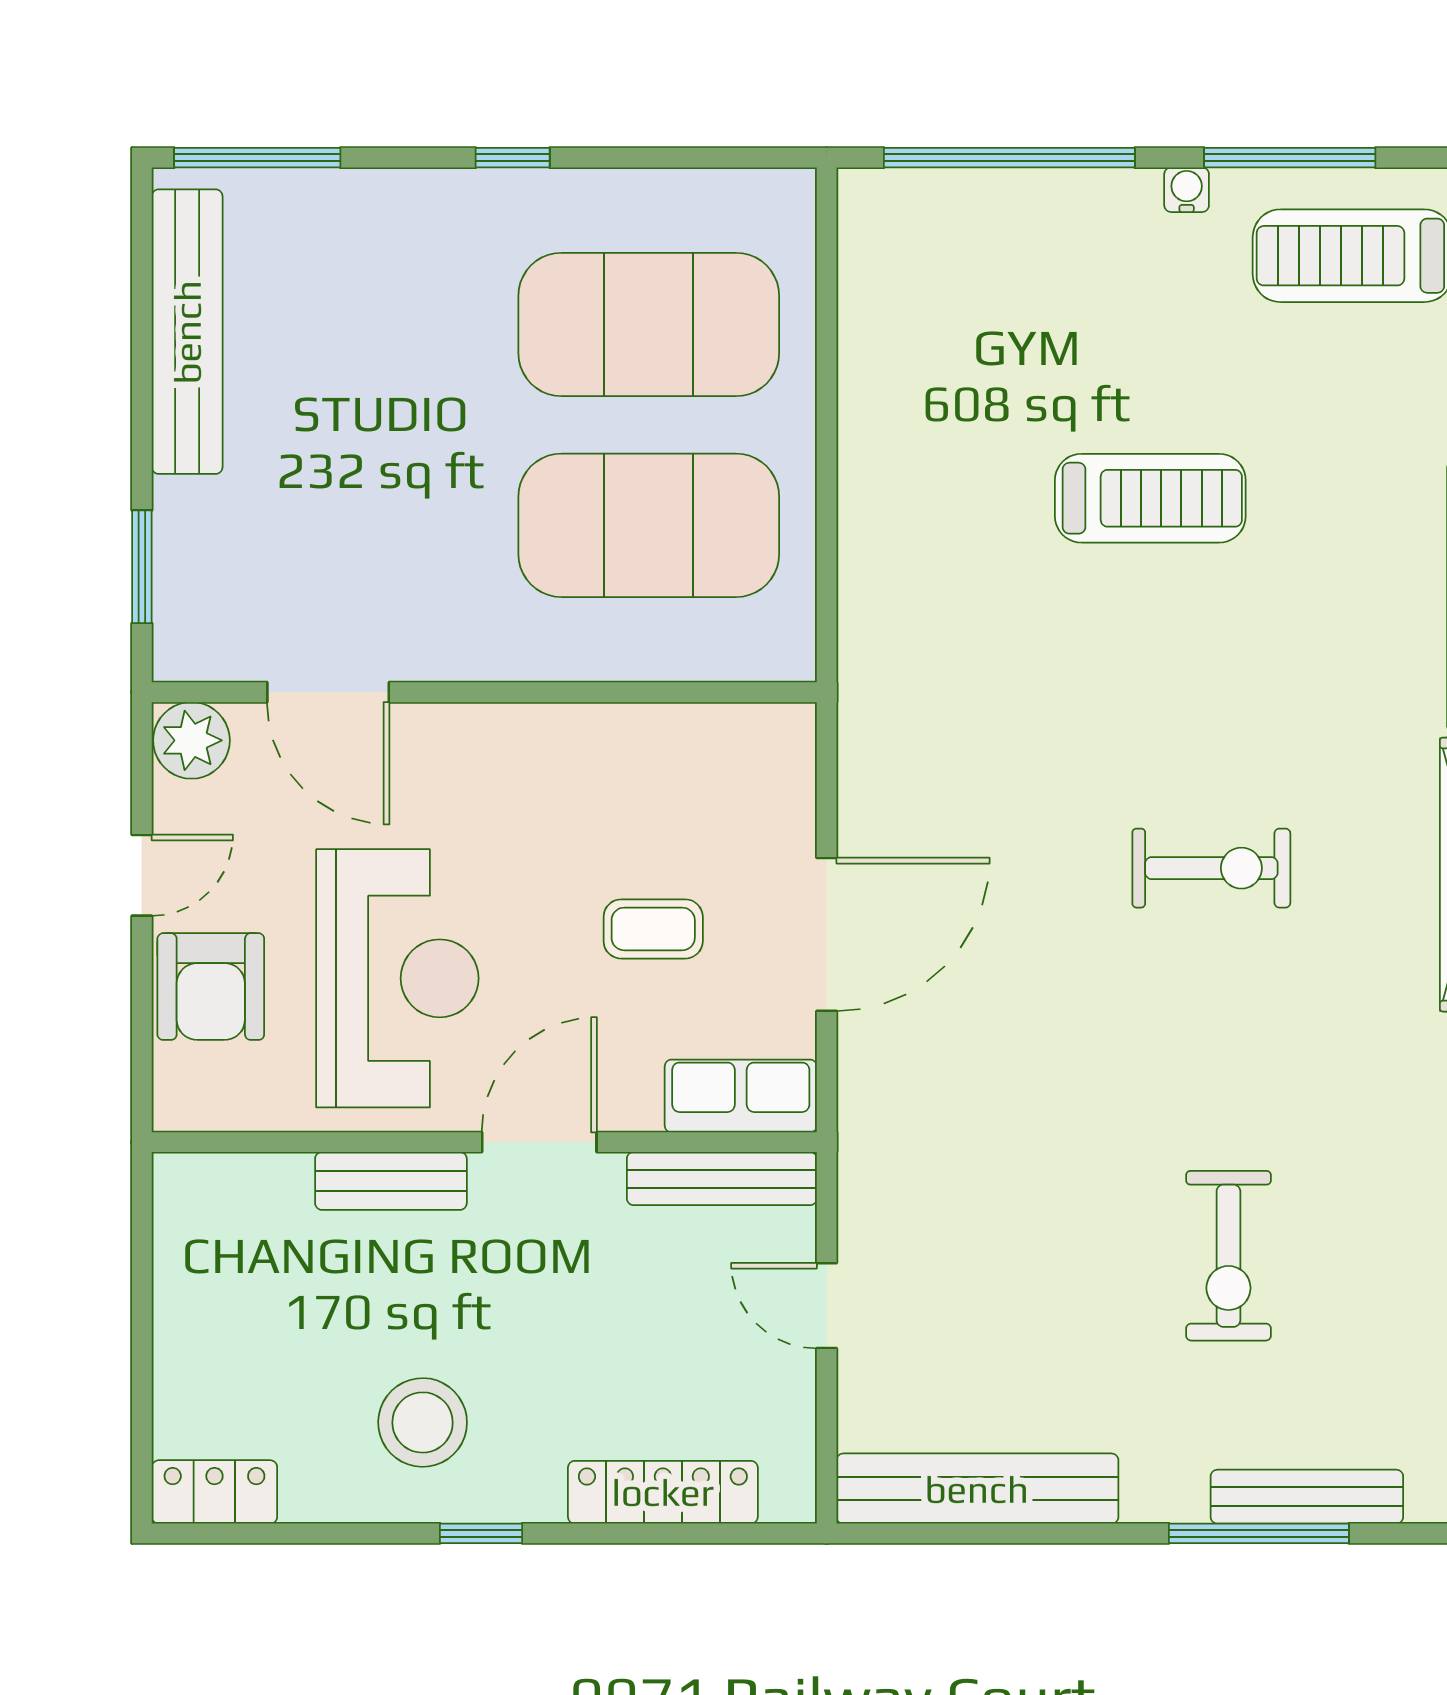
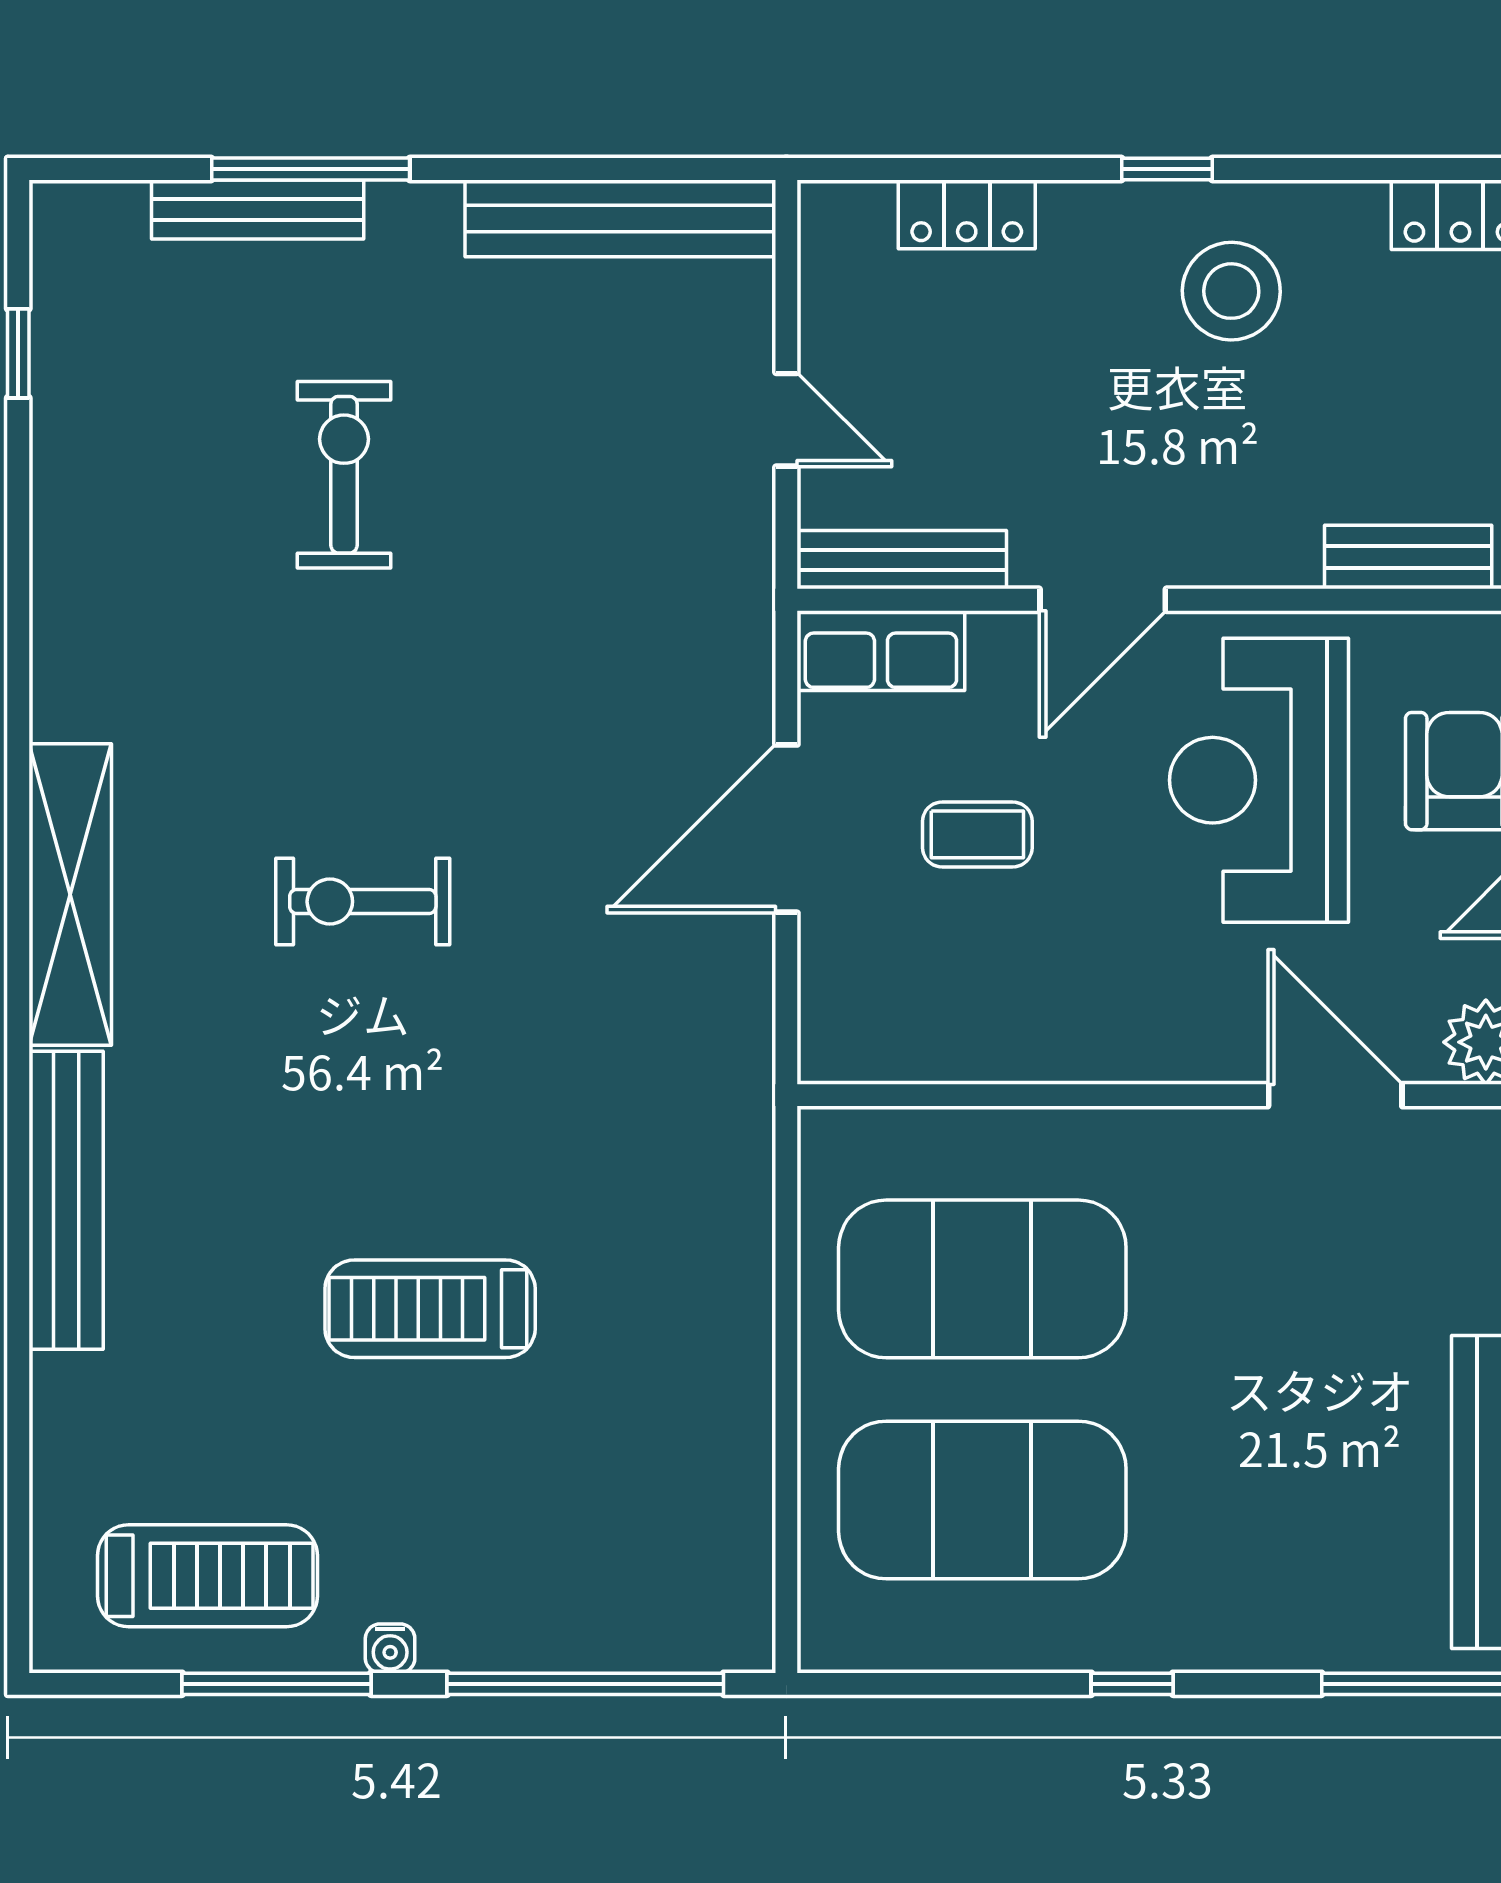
bench: (391, 1181) -> (1408, 557), moved
locker: (663, 1492) -> (967, 214), width x0.66

